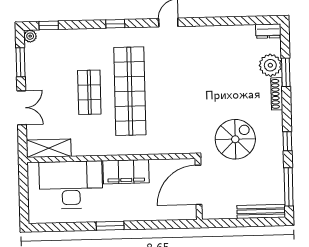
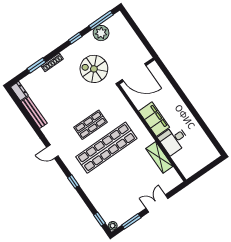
plant: (270, 65) -> (101, 33), moved
shop shelf: (89, 92) -> (90, 125), moved
shelving: (49, 148) -> (159, 157), moved
desk: (71, 185) -> (174, 140), width x0.53, depth x0.77
bench: (261, 211) -> (34, 113), moved
window: (110, 226) -> (191, 108), removed

